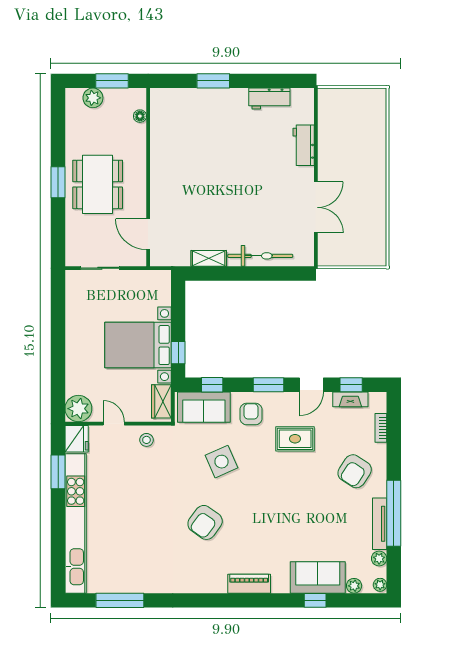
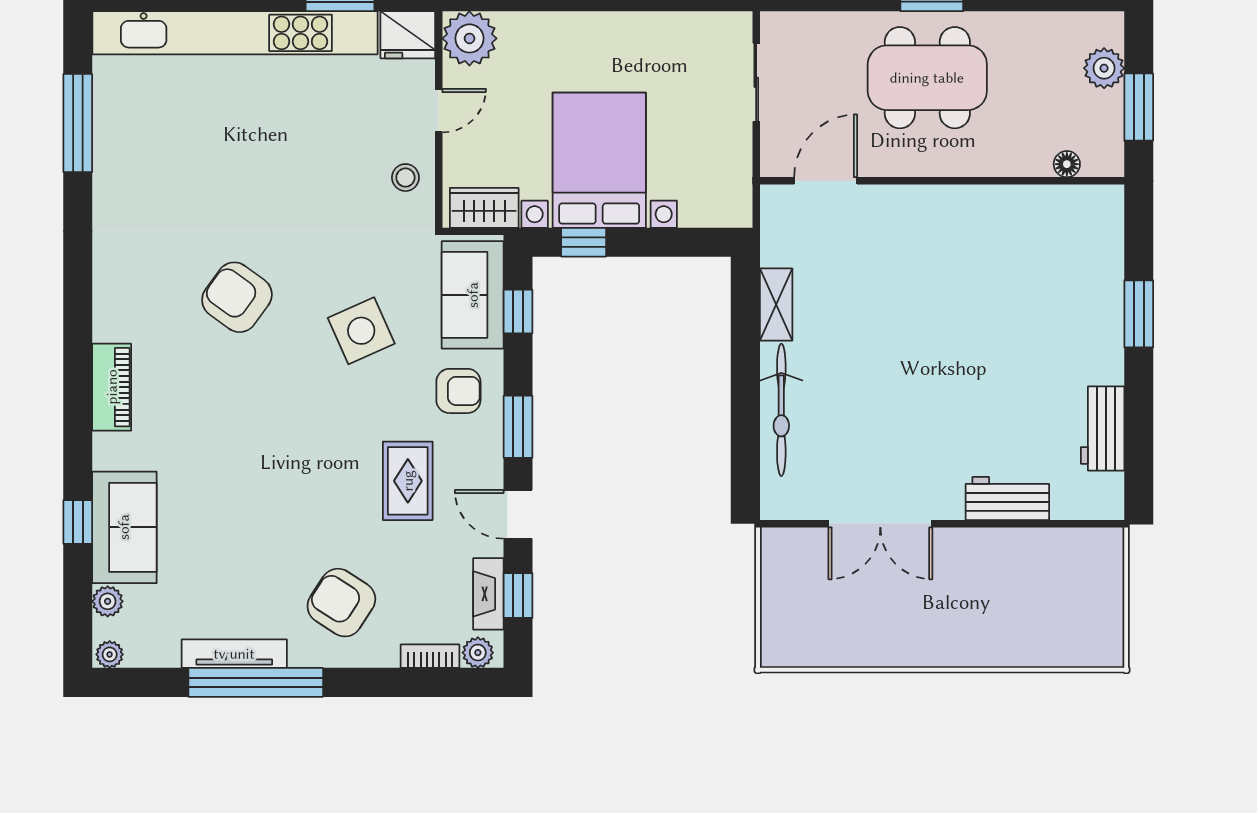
plant: (379, 558) -> (478, 653), moved

